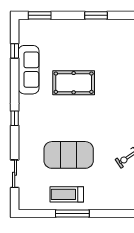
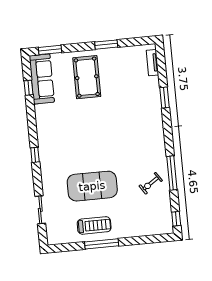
sofa: (29, 70) -> (42, 79), moved
pool table: (74, 83) -> (87, 77), moved, turned 90
treadmill: (67, 194) -> (94, 225), turned 180

